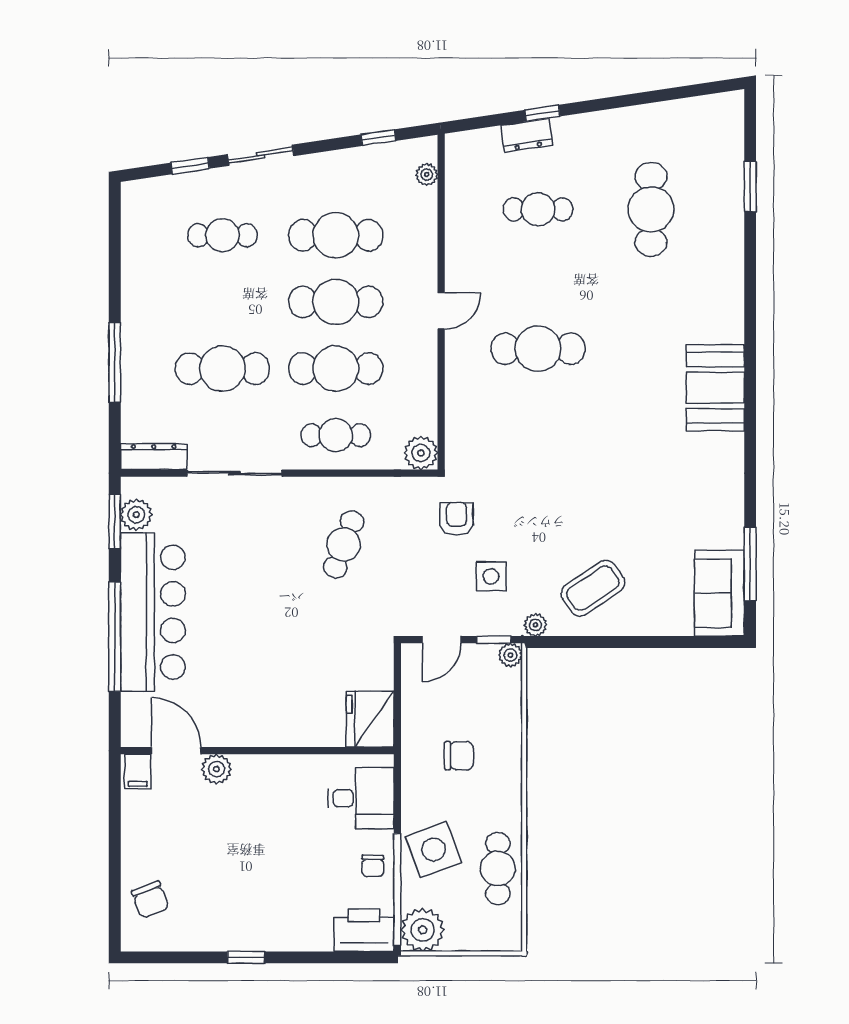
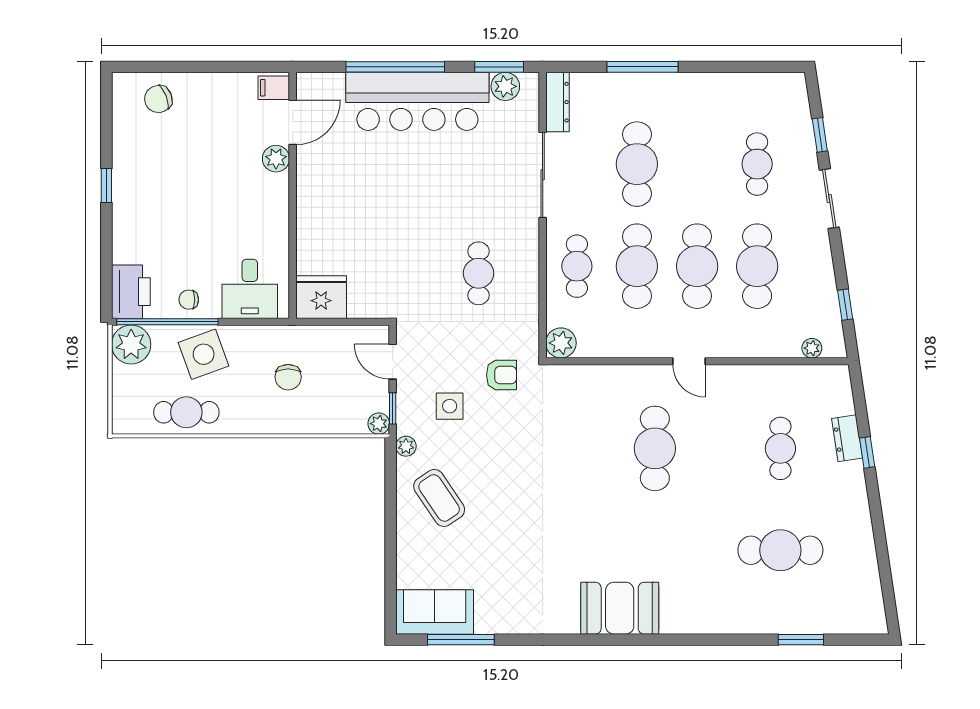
cafe table: (344, 544) -> (479, 273), turned 70

